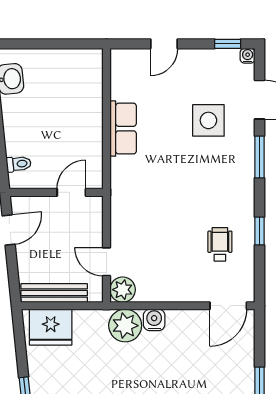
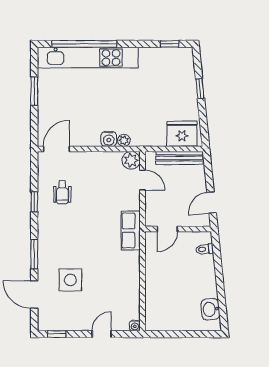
water cooler: (248, 56) -> (135, 326), moved
row of seats: (123, 129) -> (131, 230), moved
plant: (125, 326) -> (124, 140), width x0.53, depth x0.53

